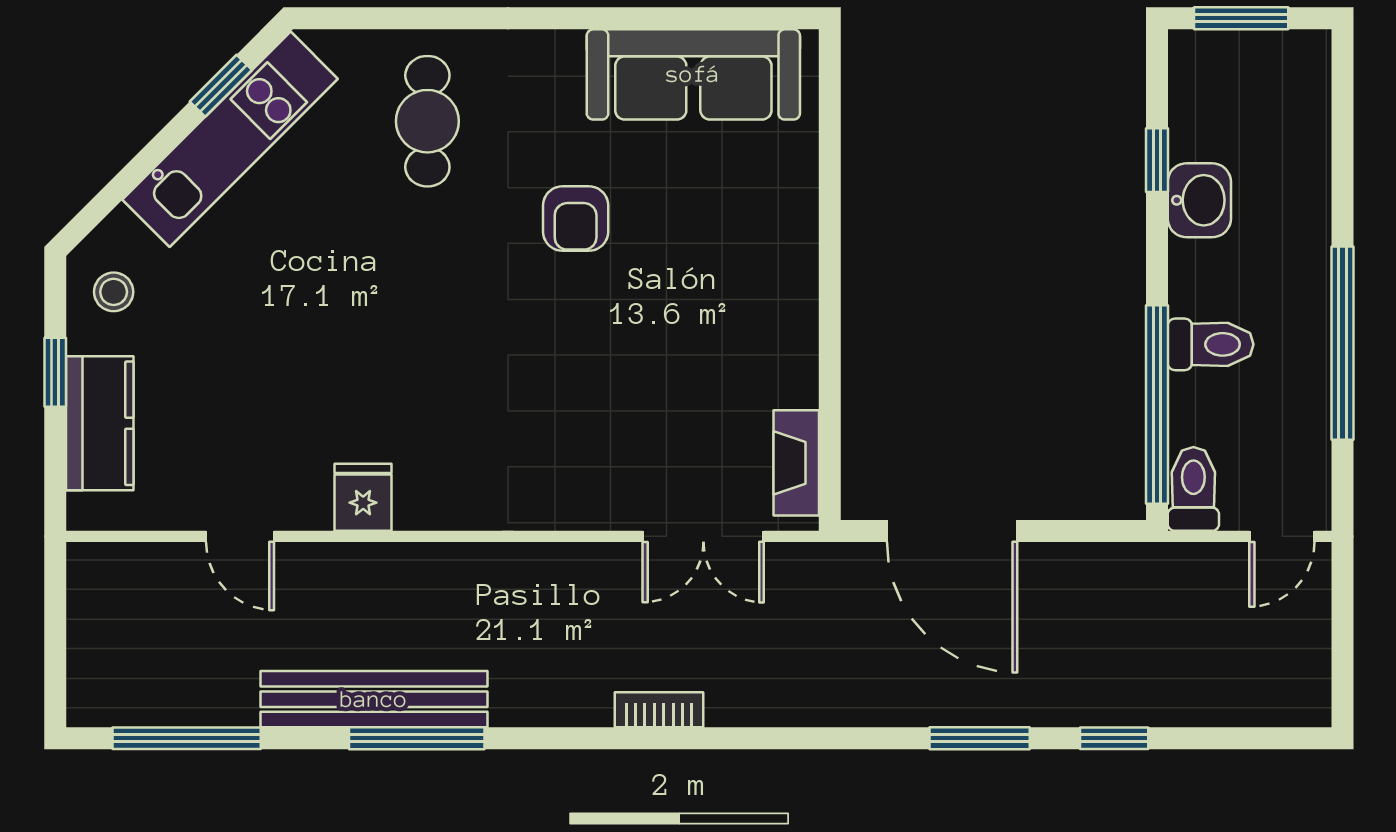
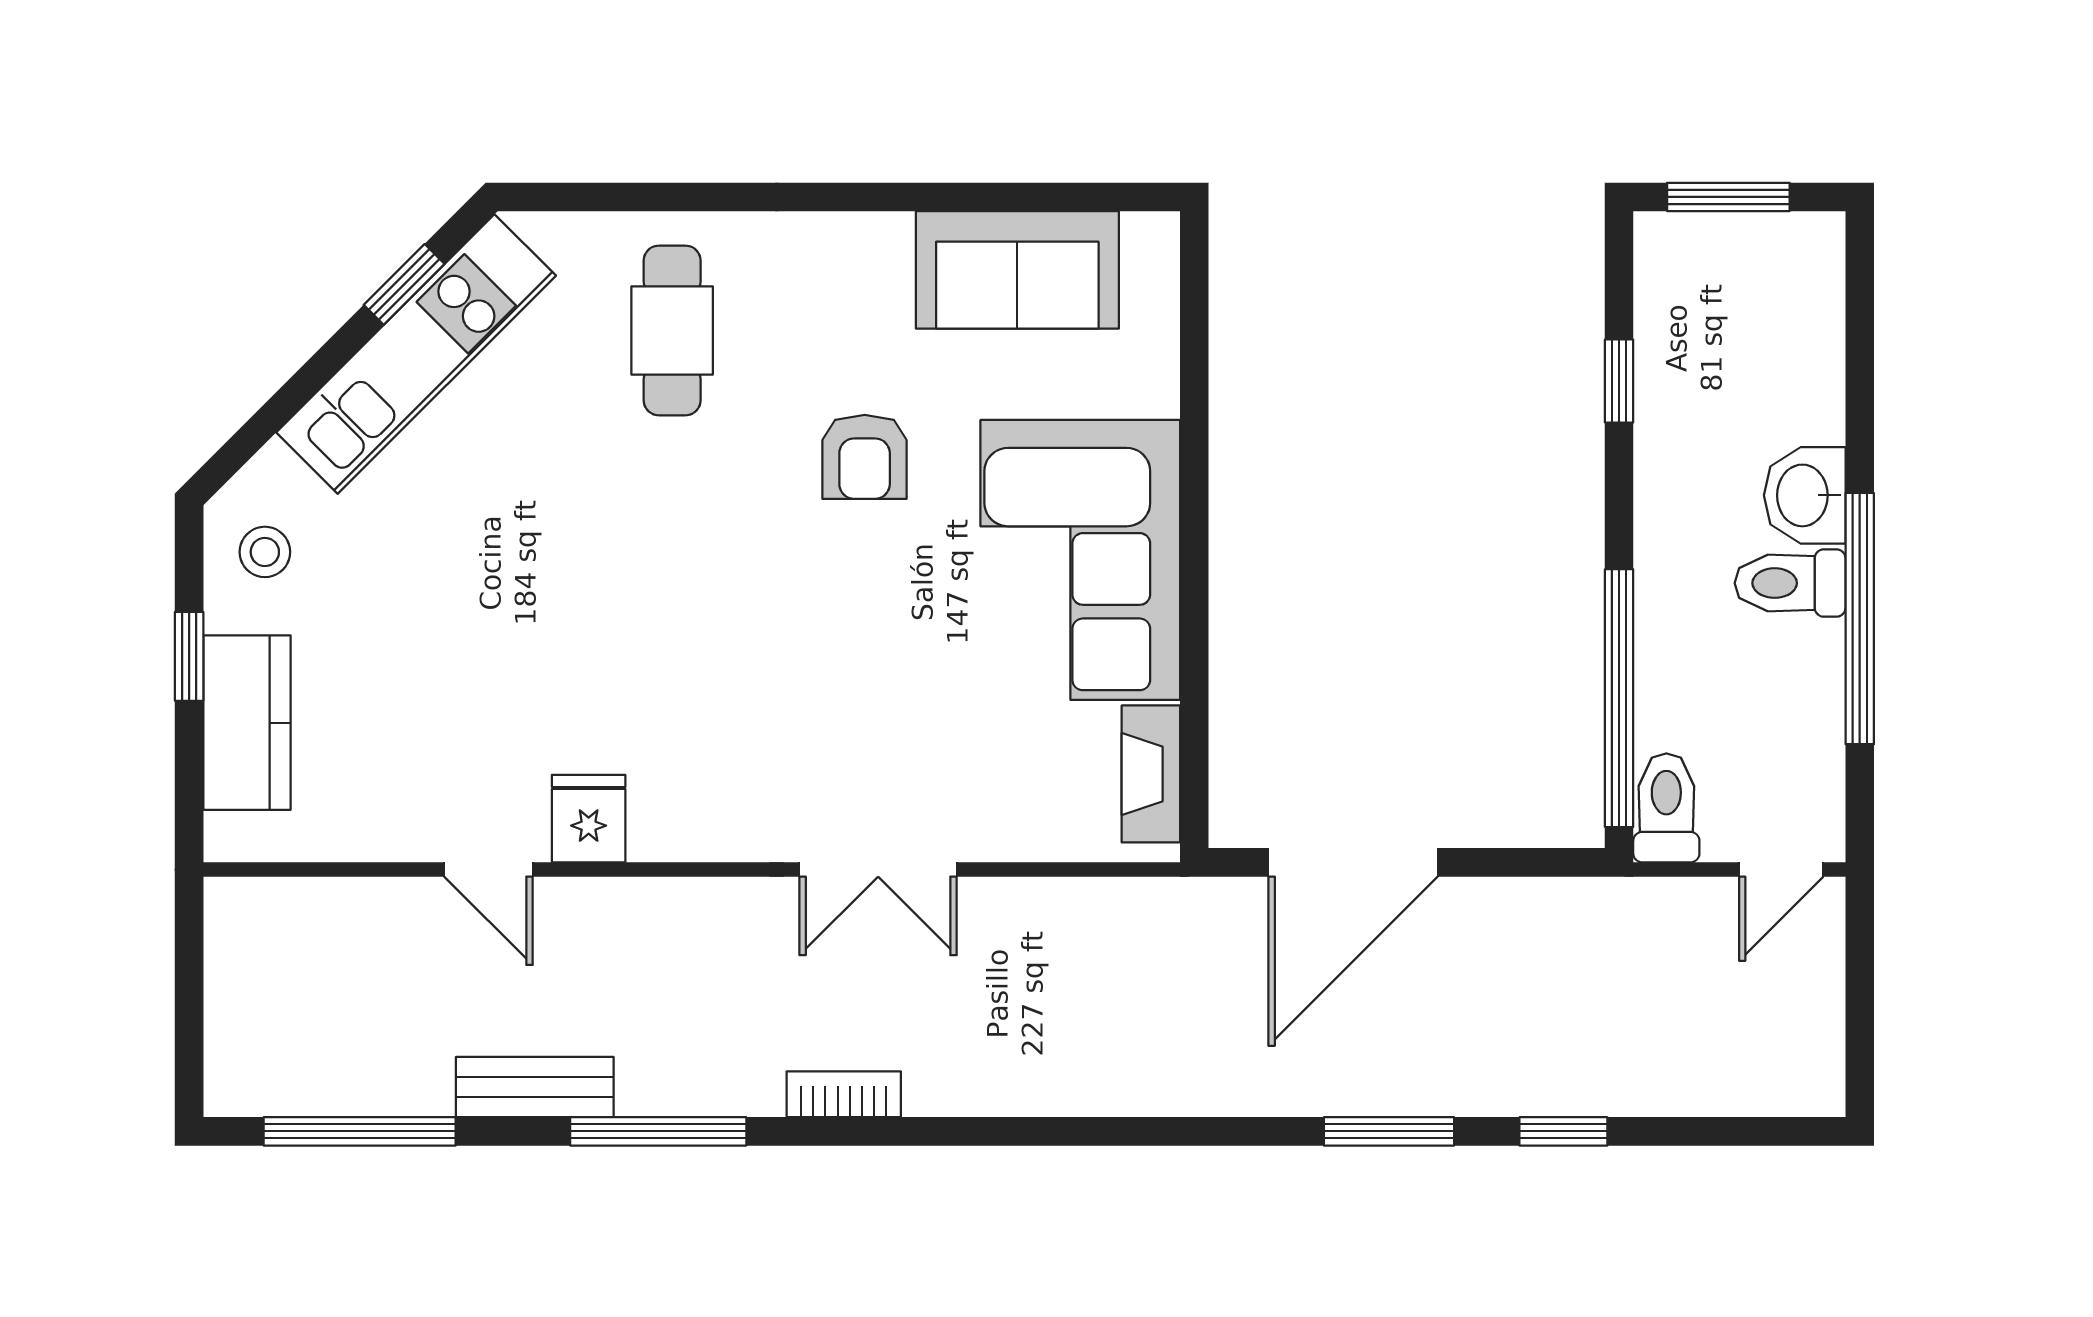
sofa: (693, 74) -> (1017, 270), width x0.73
washbasin: (1199, 200) -> (1805, 495), moved, turned 180
corner sofa: (742, 298) -> (1080, 560), added
toilet: (1211, 344) -> (1790, 583), moved, turned 180
door: (952, 531) -> (1353, 862), hinge flipped
door: (240, 536) -> (488, 869), moved
double door: (703, 536) -> (878, 869), moved
bench: (374, 699) -> (535, 1087), width x0.54, depth x0.82
bookcase: (659, 710) -> (844, 1094), moved

